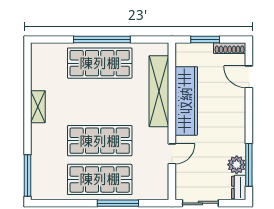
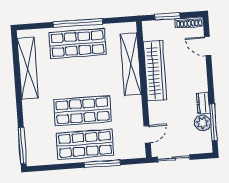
shelving: (38, 107) -> (28, 68), width x2.20, depth x1.33
door: (172, 154) -> (147, 134), moved
dresser: (239, 187) -> (203, 103), moved

